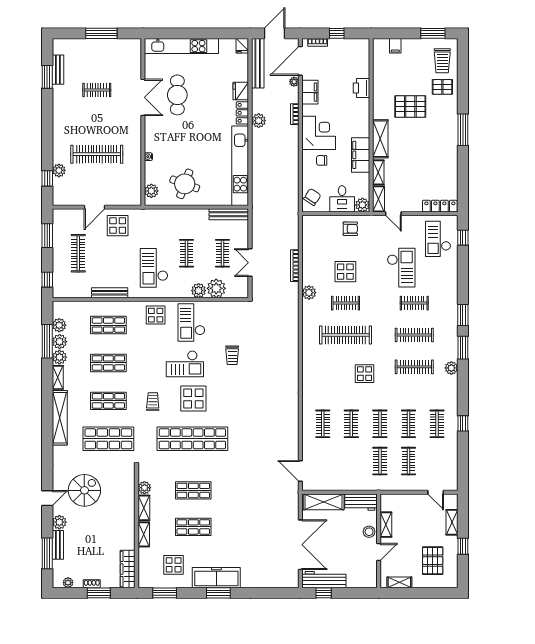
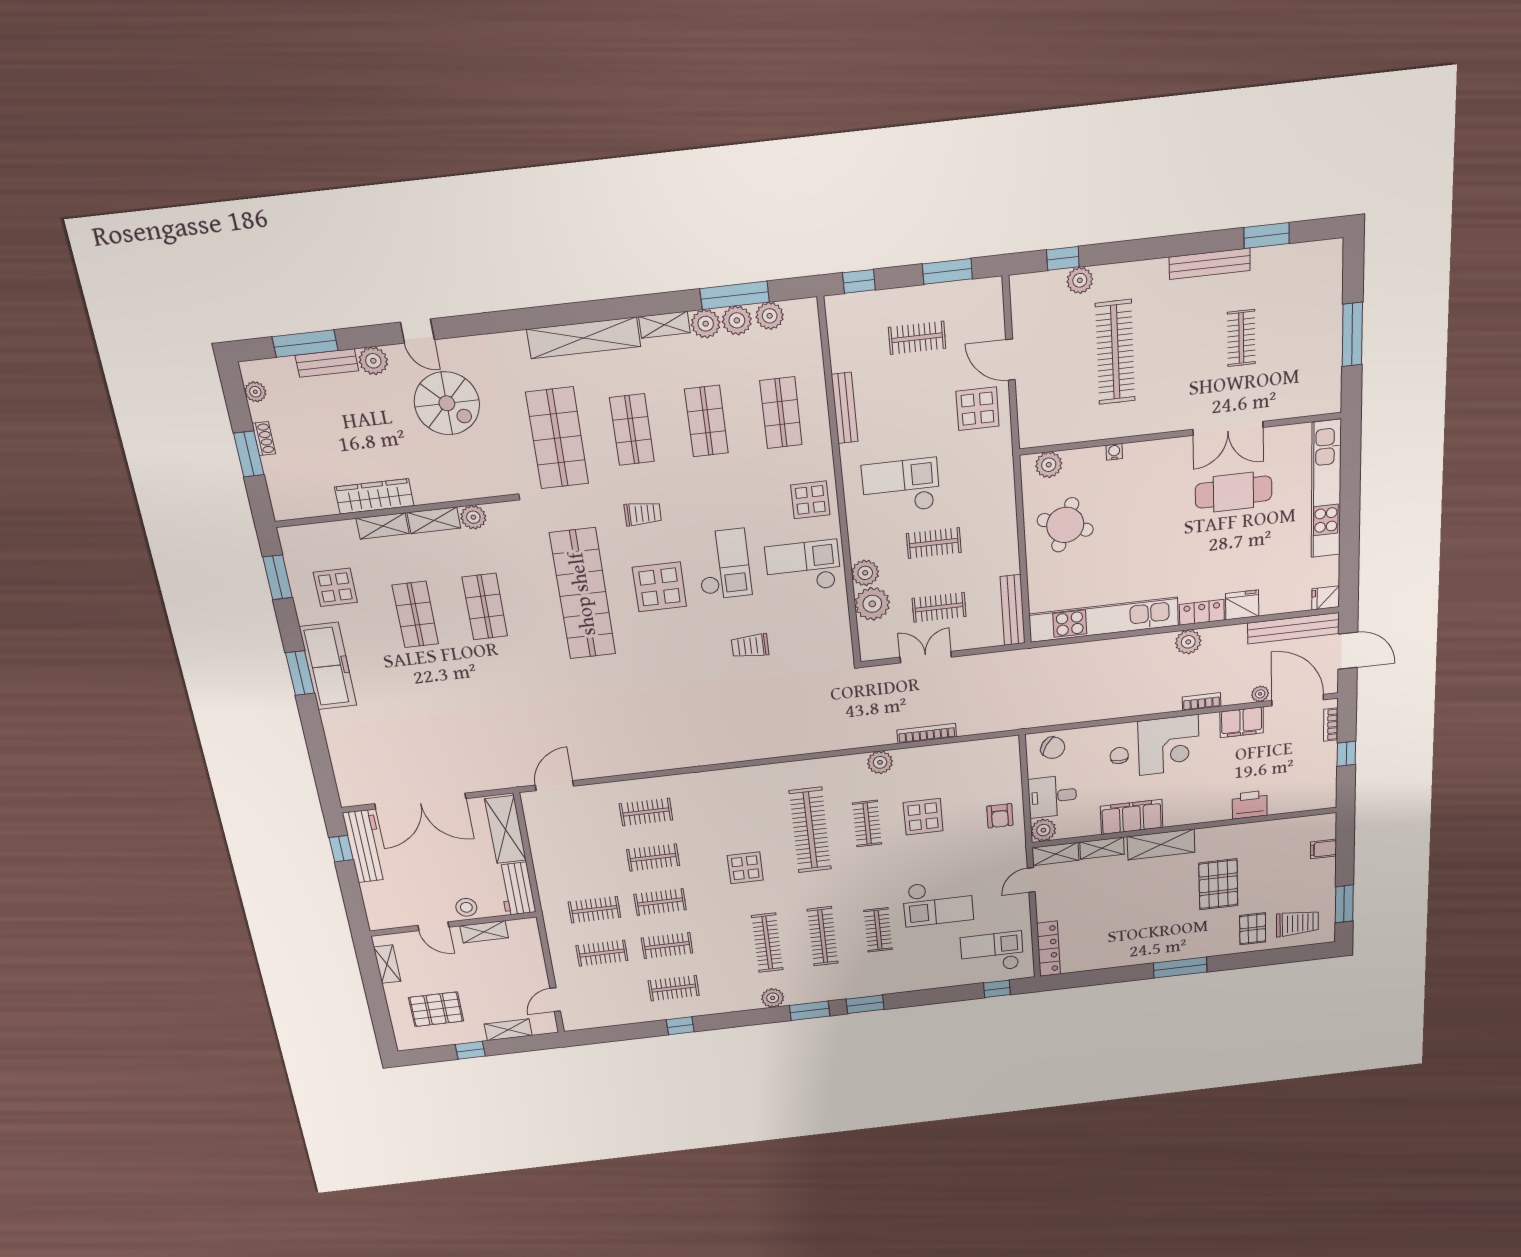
trolley: (442, 61) -> (1297, 923), turned 180
bench: (58, 70) -> (1210, 264), moved, width x1.36
clothes rail: (78, 253) -> (917, 338), width x0.73
checkout: (185, 364) -> (723, 564), turned 180
wardrobe: (128, 569) -> (374, 496), moved

